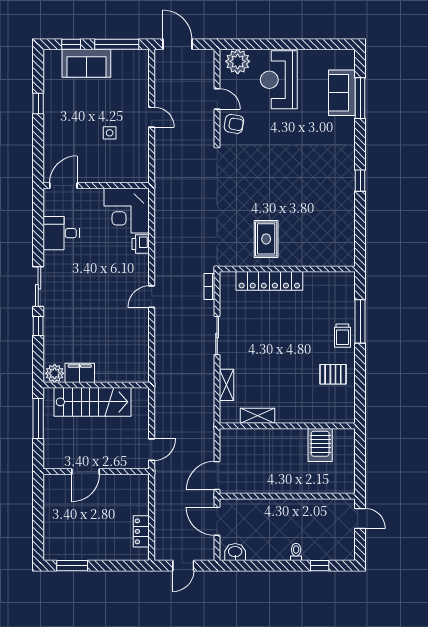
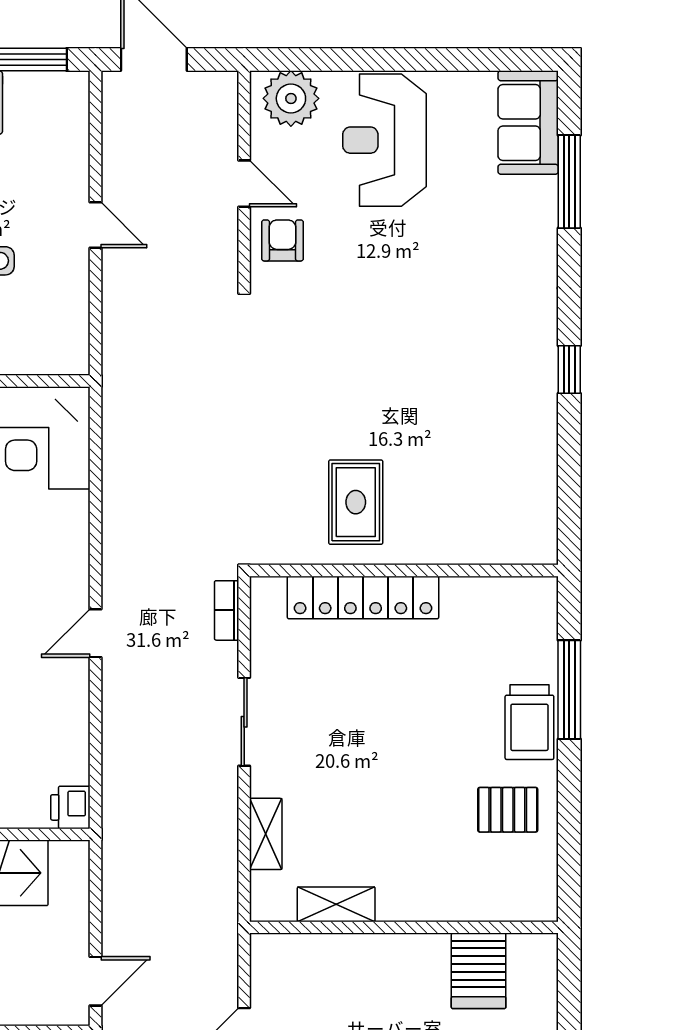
sofa: (342, 93) -> (528, 123), moved
armchair: (234, 124) -> (283, 240), turned -100
printer: (141, 244) -> (70, 807), moved
trolley: (342, 336) -> (529, 722), width x1.36, depth x1.39

